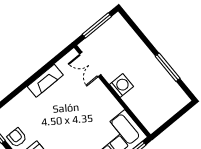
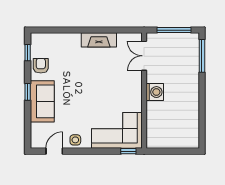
window: (168, 67) -> (202, 56), moved

